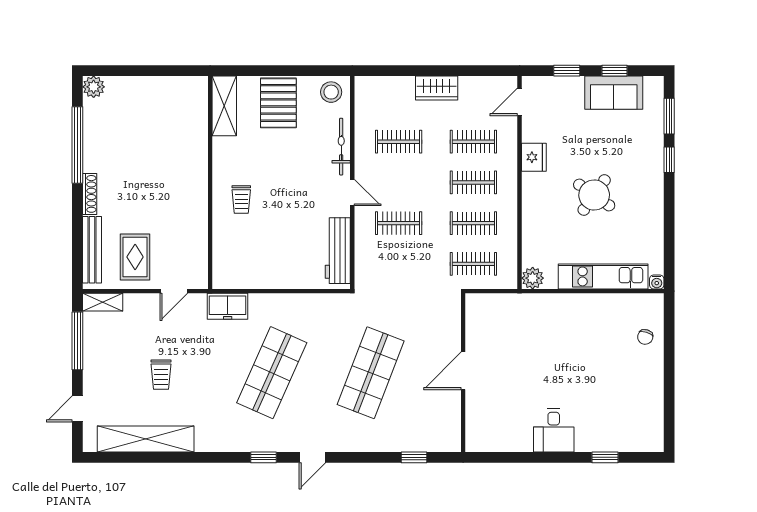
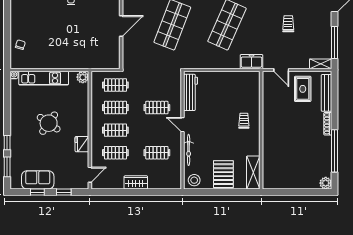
door: (174, 291) -> (281, 70), swing flipped

